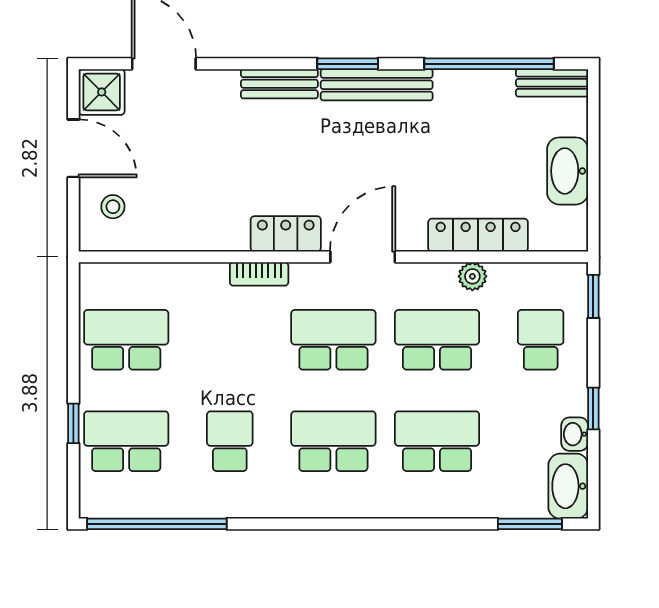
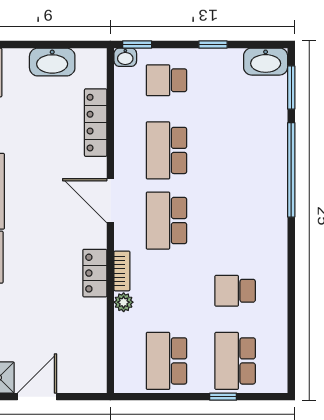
stool: (113, 207) -> (76, 370), removed
locker: (286, 234) -> (95, 273), moved
plant: (472, 276) -> (124, 302), moved
washbasin: (575, 434) -> (125, 57), moved
school desk: (333, 441) -> (235, 221), removed
school desk: (437, 441) -> (235, 150), removed
window: (157, 524) -> (291, 170), moved

